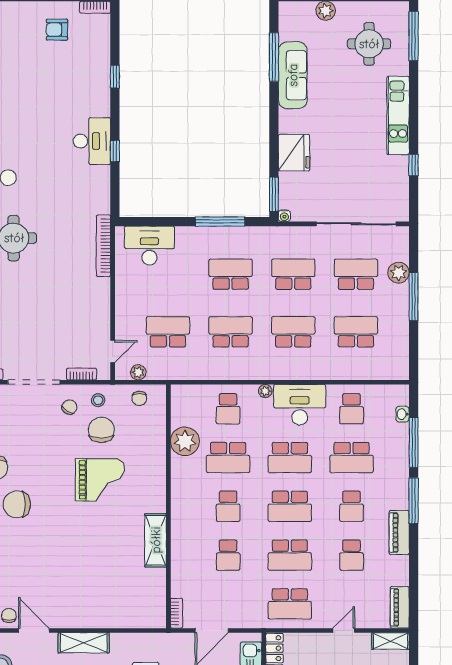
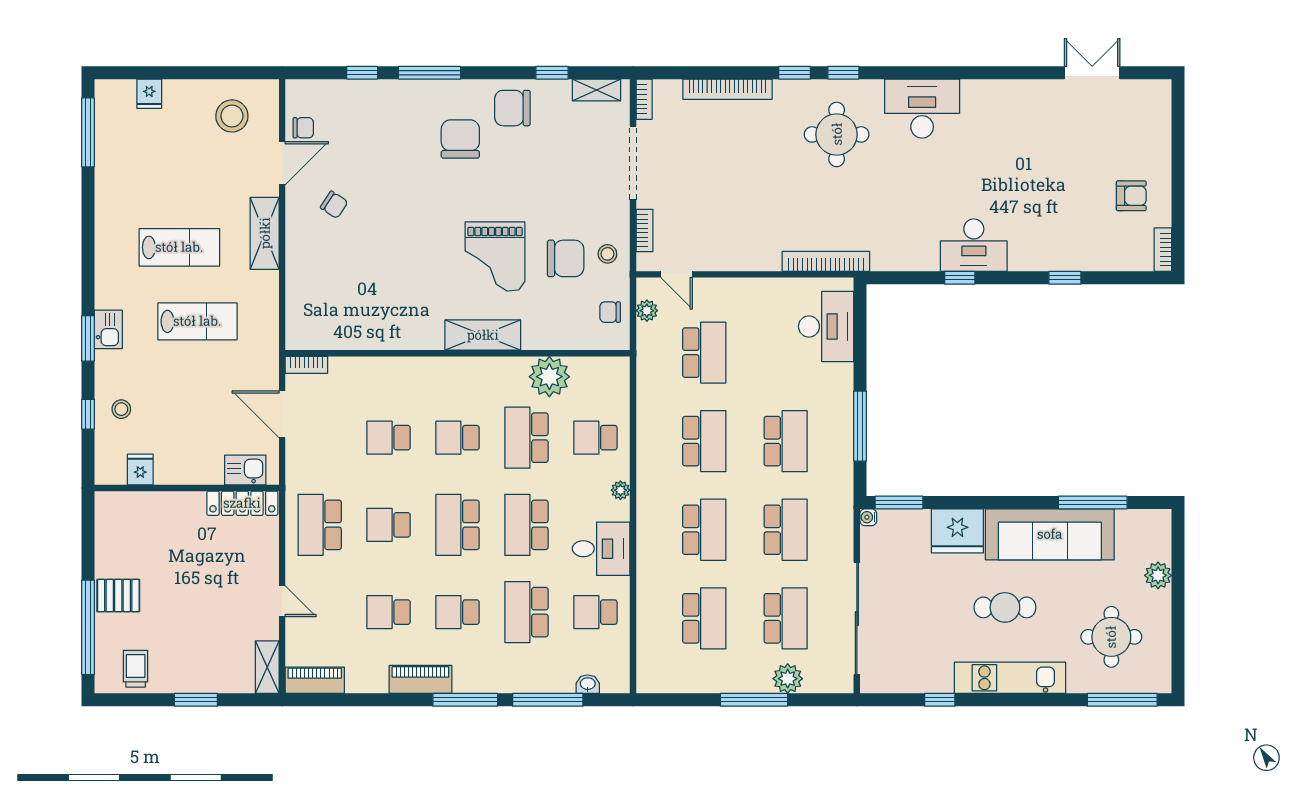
armchair: (57, 30) -> (1131, 196), turned 90
sofa: (293, 75) -> (1050, 534), width x1.36, depth x1.27
cafe table: (348, 119) -> (1005, 607), added
desk: (300, 405) -> (601, 549), width x0.73
chair: (69, 407) -> (334, 205), moved
shelving: (156, 540) -> (483, 335), moved
school desk: (290, 555) -> (389, 525), width x0.54

